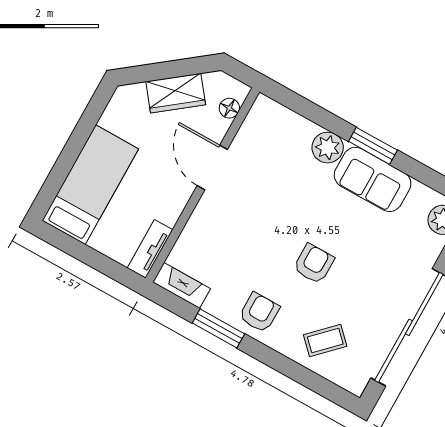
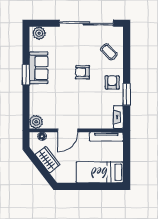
plant: (328, 148) -> (36, 122), moved
tv unit: (150, 249) -> (106, 137), width x1.41
armchair: (259, 312) -> (112, 82), turned 90

